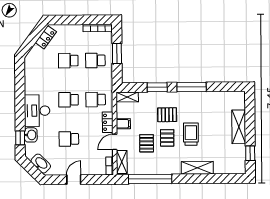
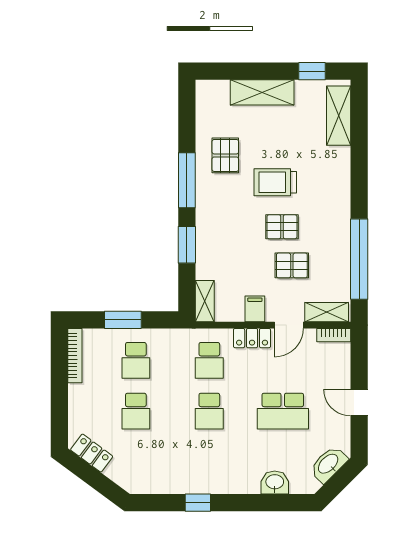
desk: (37, 111) -> (229, 470), removed
pallet: (167, 115) -> (225, 155), moved
window: (20, 138) -> (198, 503), moved
school desk: (69, 139) -> (283, 411), width x1.85
door: (115, 142) -> (289, 325), hinge flipped
shelving: (197, 168) -> (339, 116), moved

